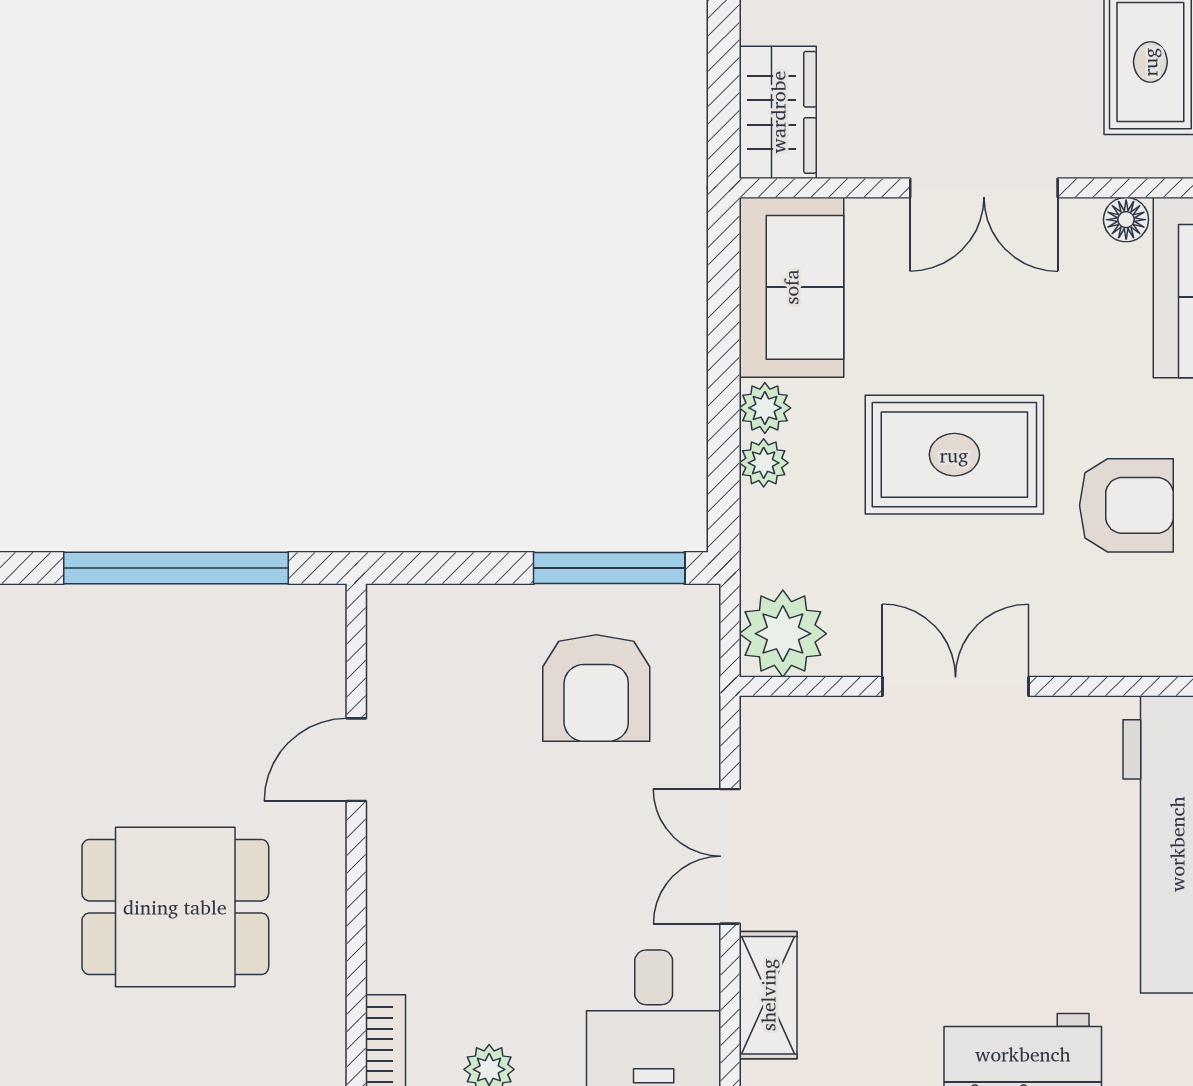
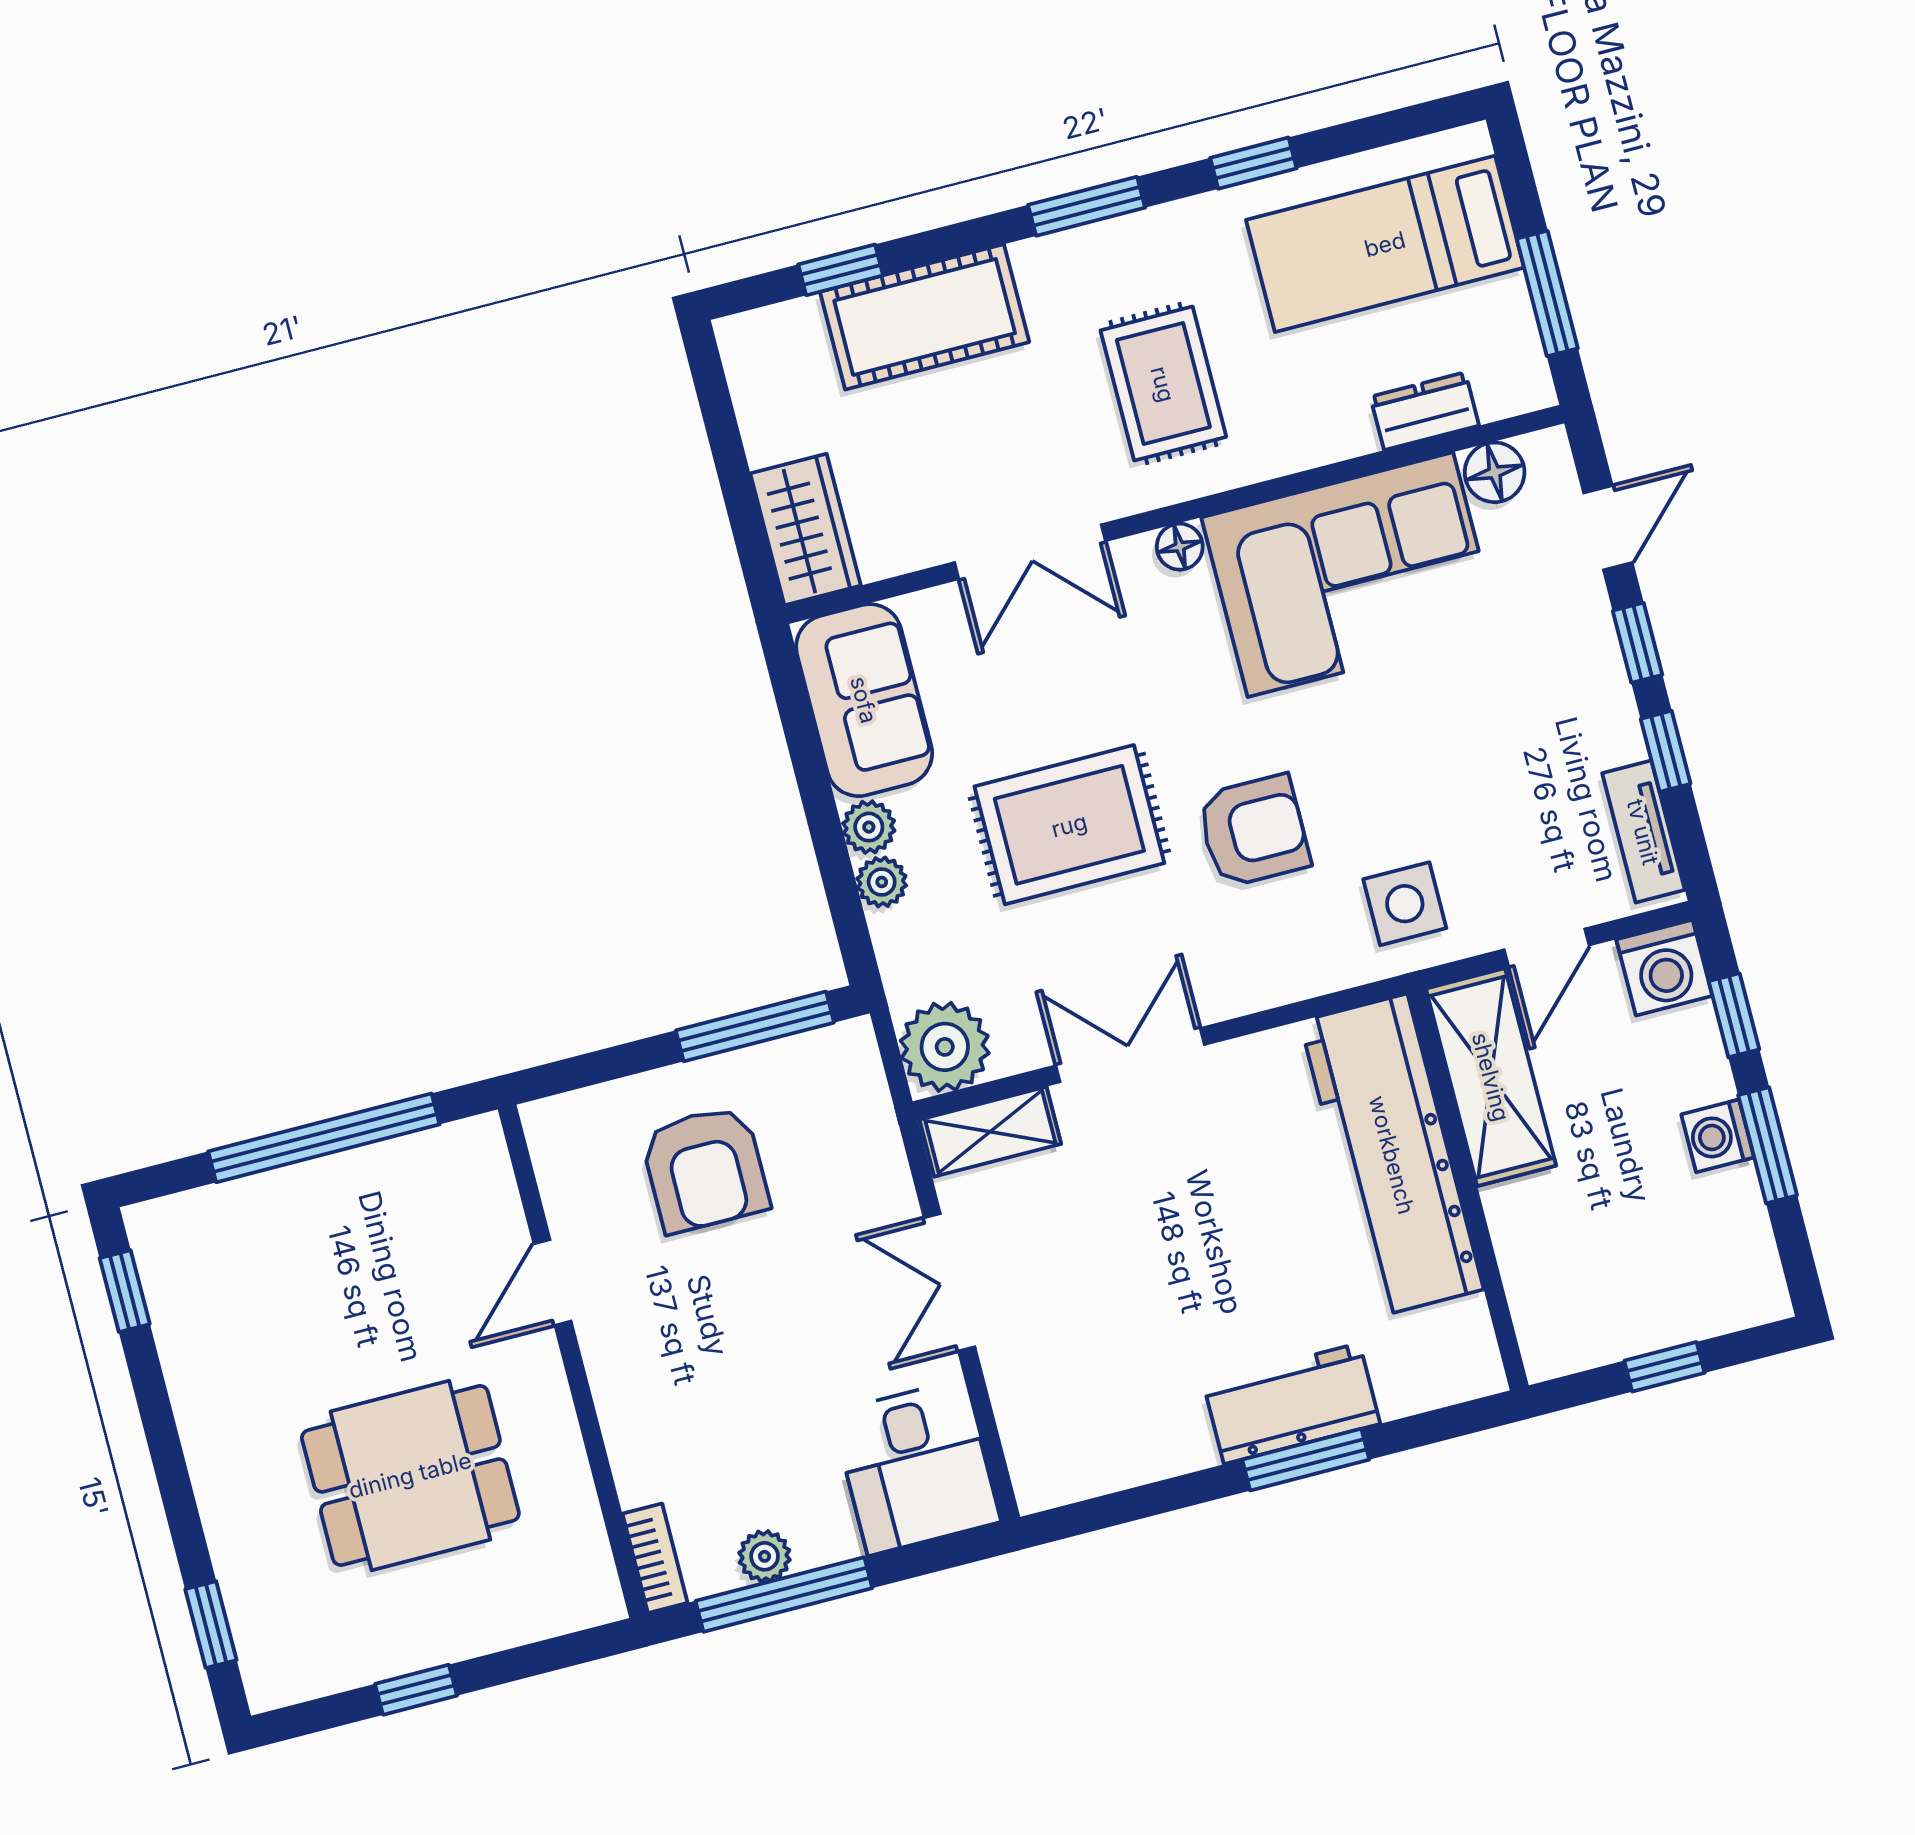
armchair: (596, 688) -> (705, 1169), moved
shelving: (768, 995) -> (990, 1132), moved, turned 90

